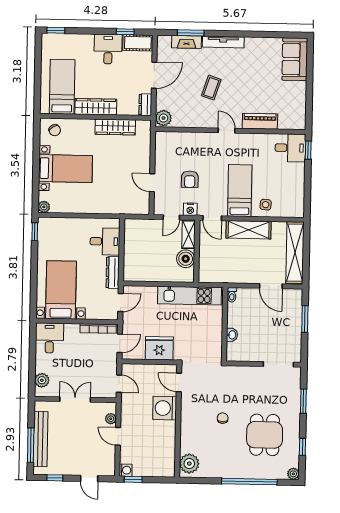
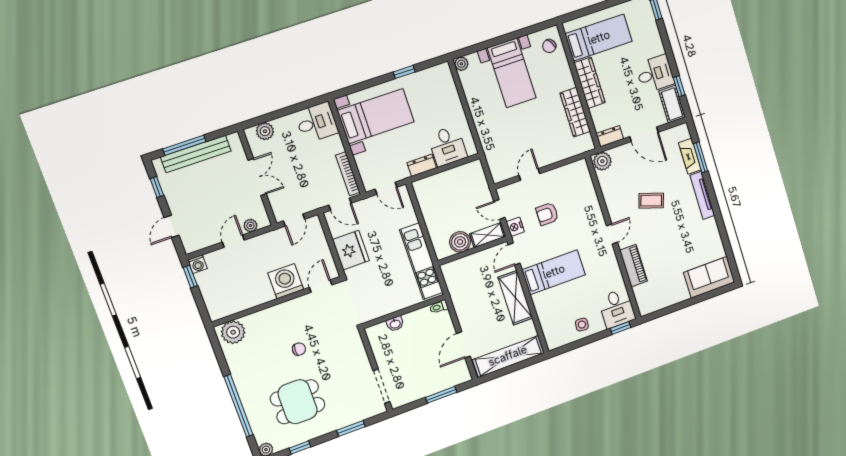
side table: (266, 205) -> (582, 325), moved
window: (35, 232) -> (404, 72), moved
dresser: (113, 272) -> (422, 165), width x0.70

